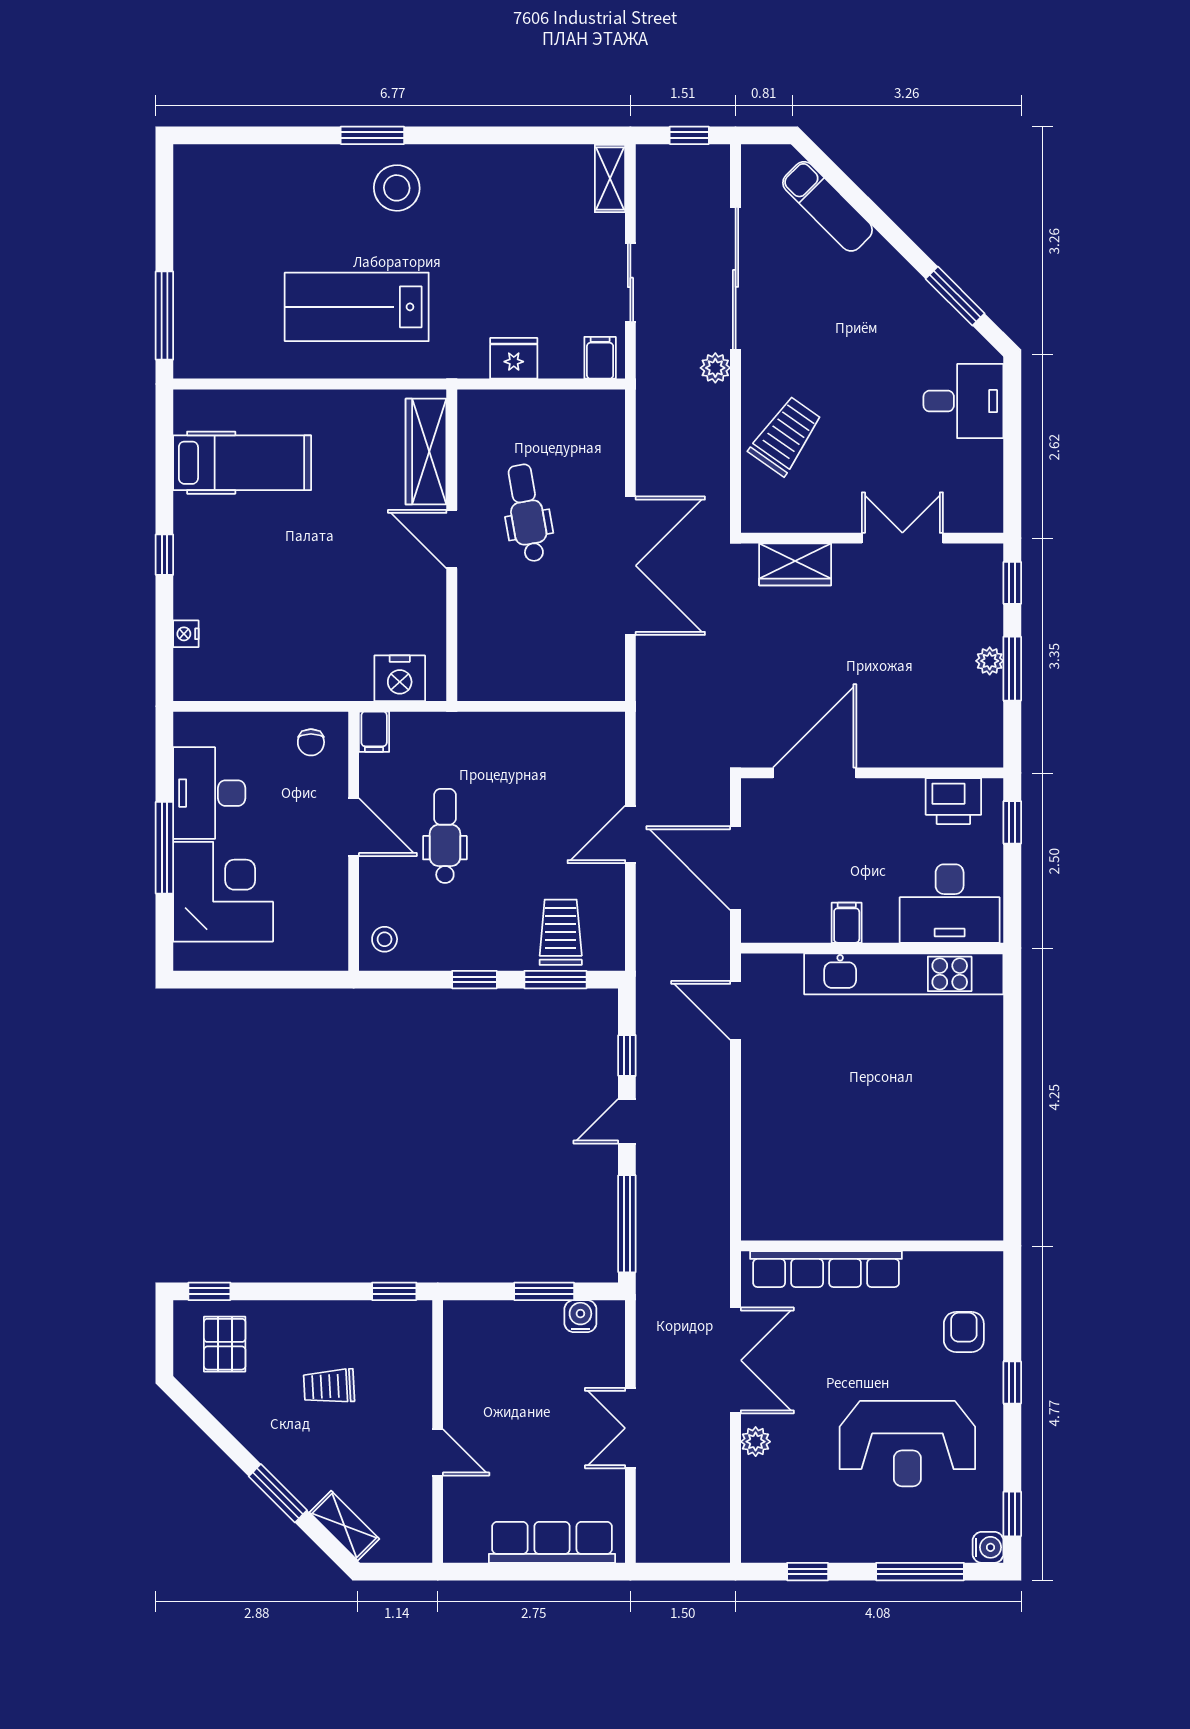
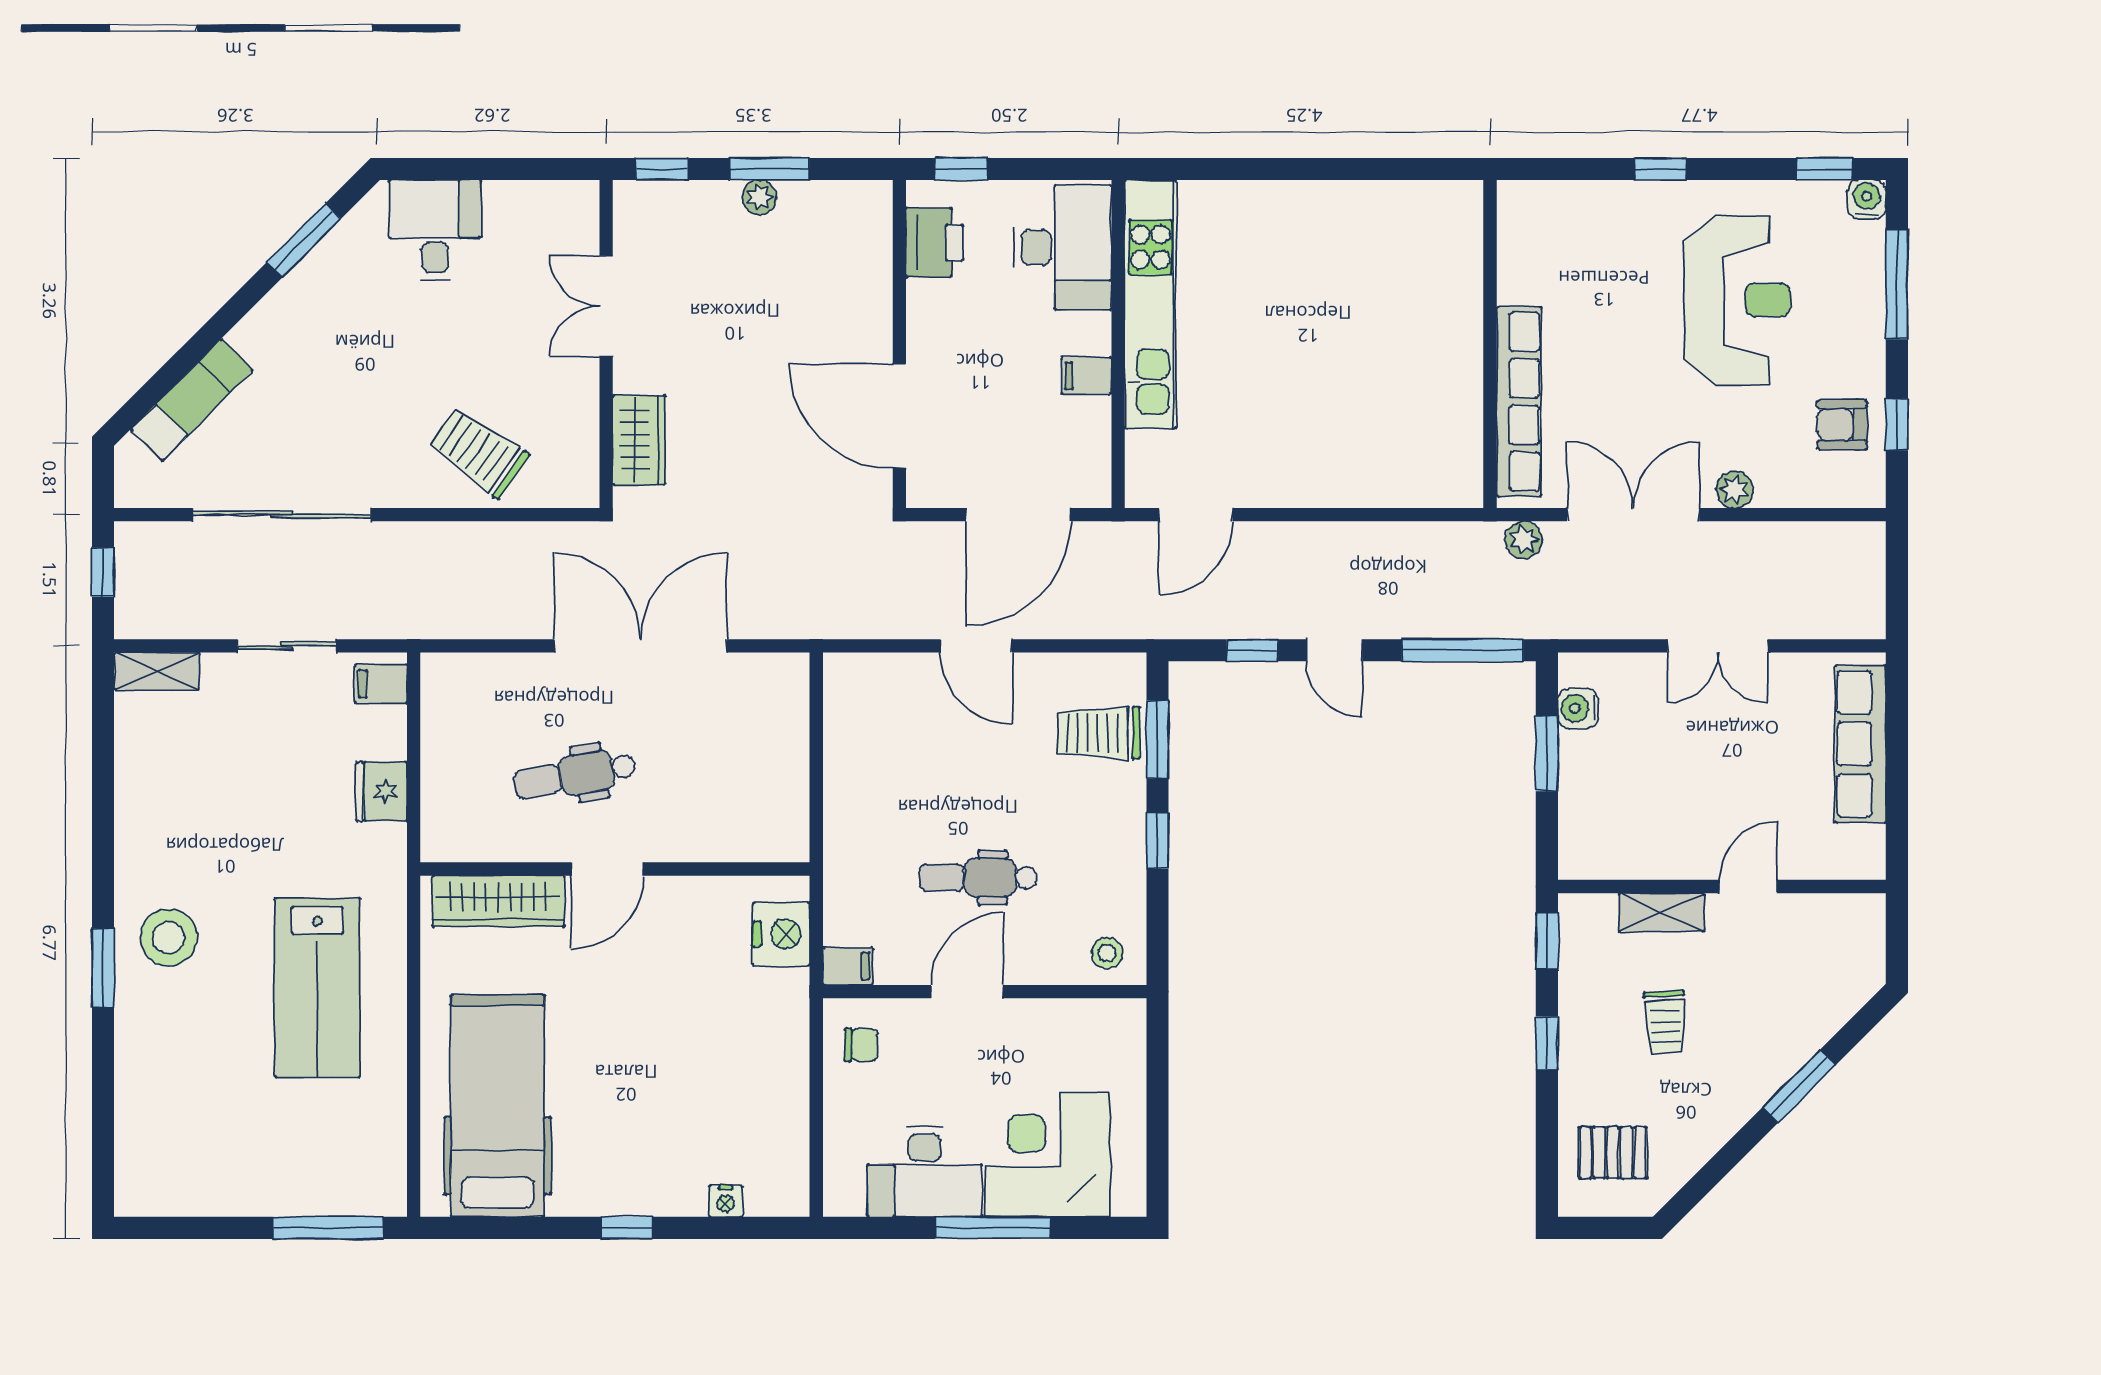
plant: (715, 368) -> (1524, 540), moved
hospital bed: (242, 463) -> (498, 1106), width x1.37, depth x1.29
window: (209, 1291) -> (1547, 1043), moved
armchair: (964, 1332) -> (1842, 425), moved
shelving: (344, 1526) -> (1662, 912), moved, turned 45

